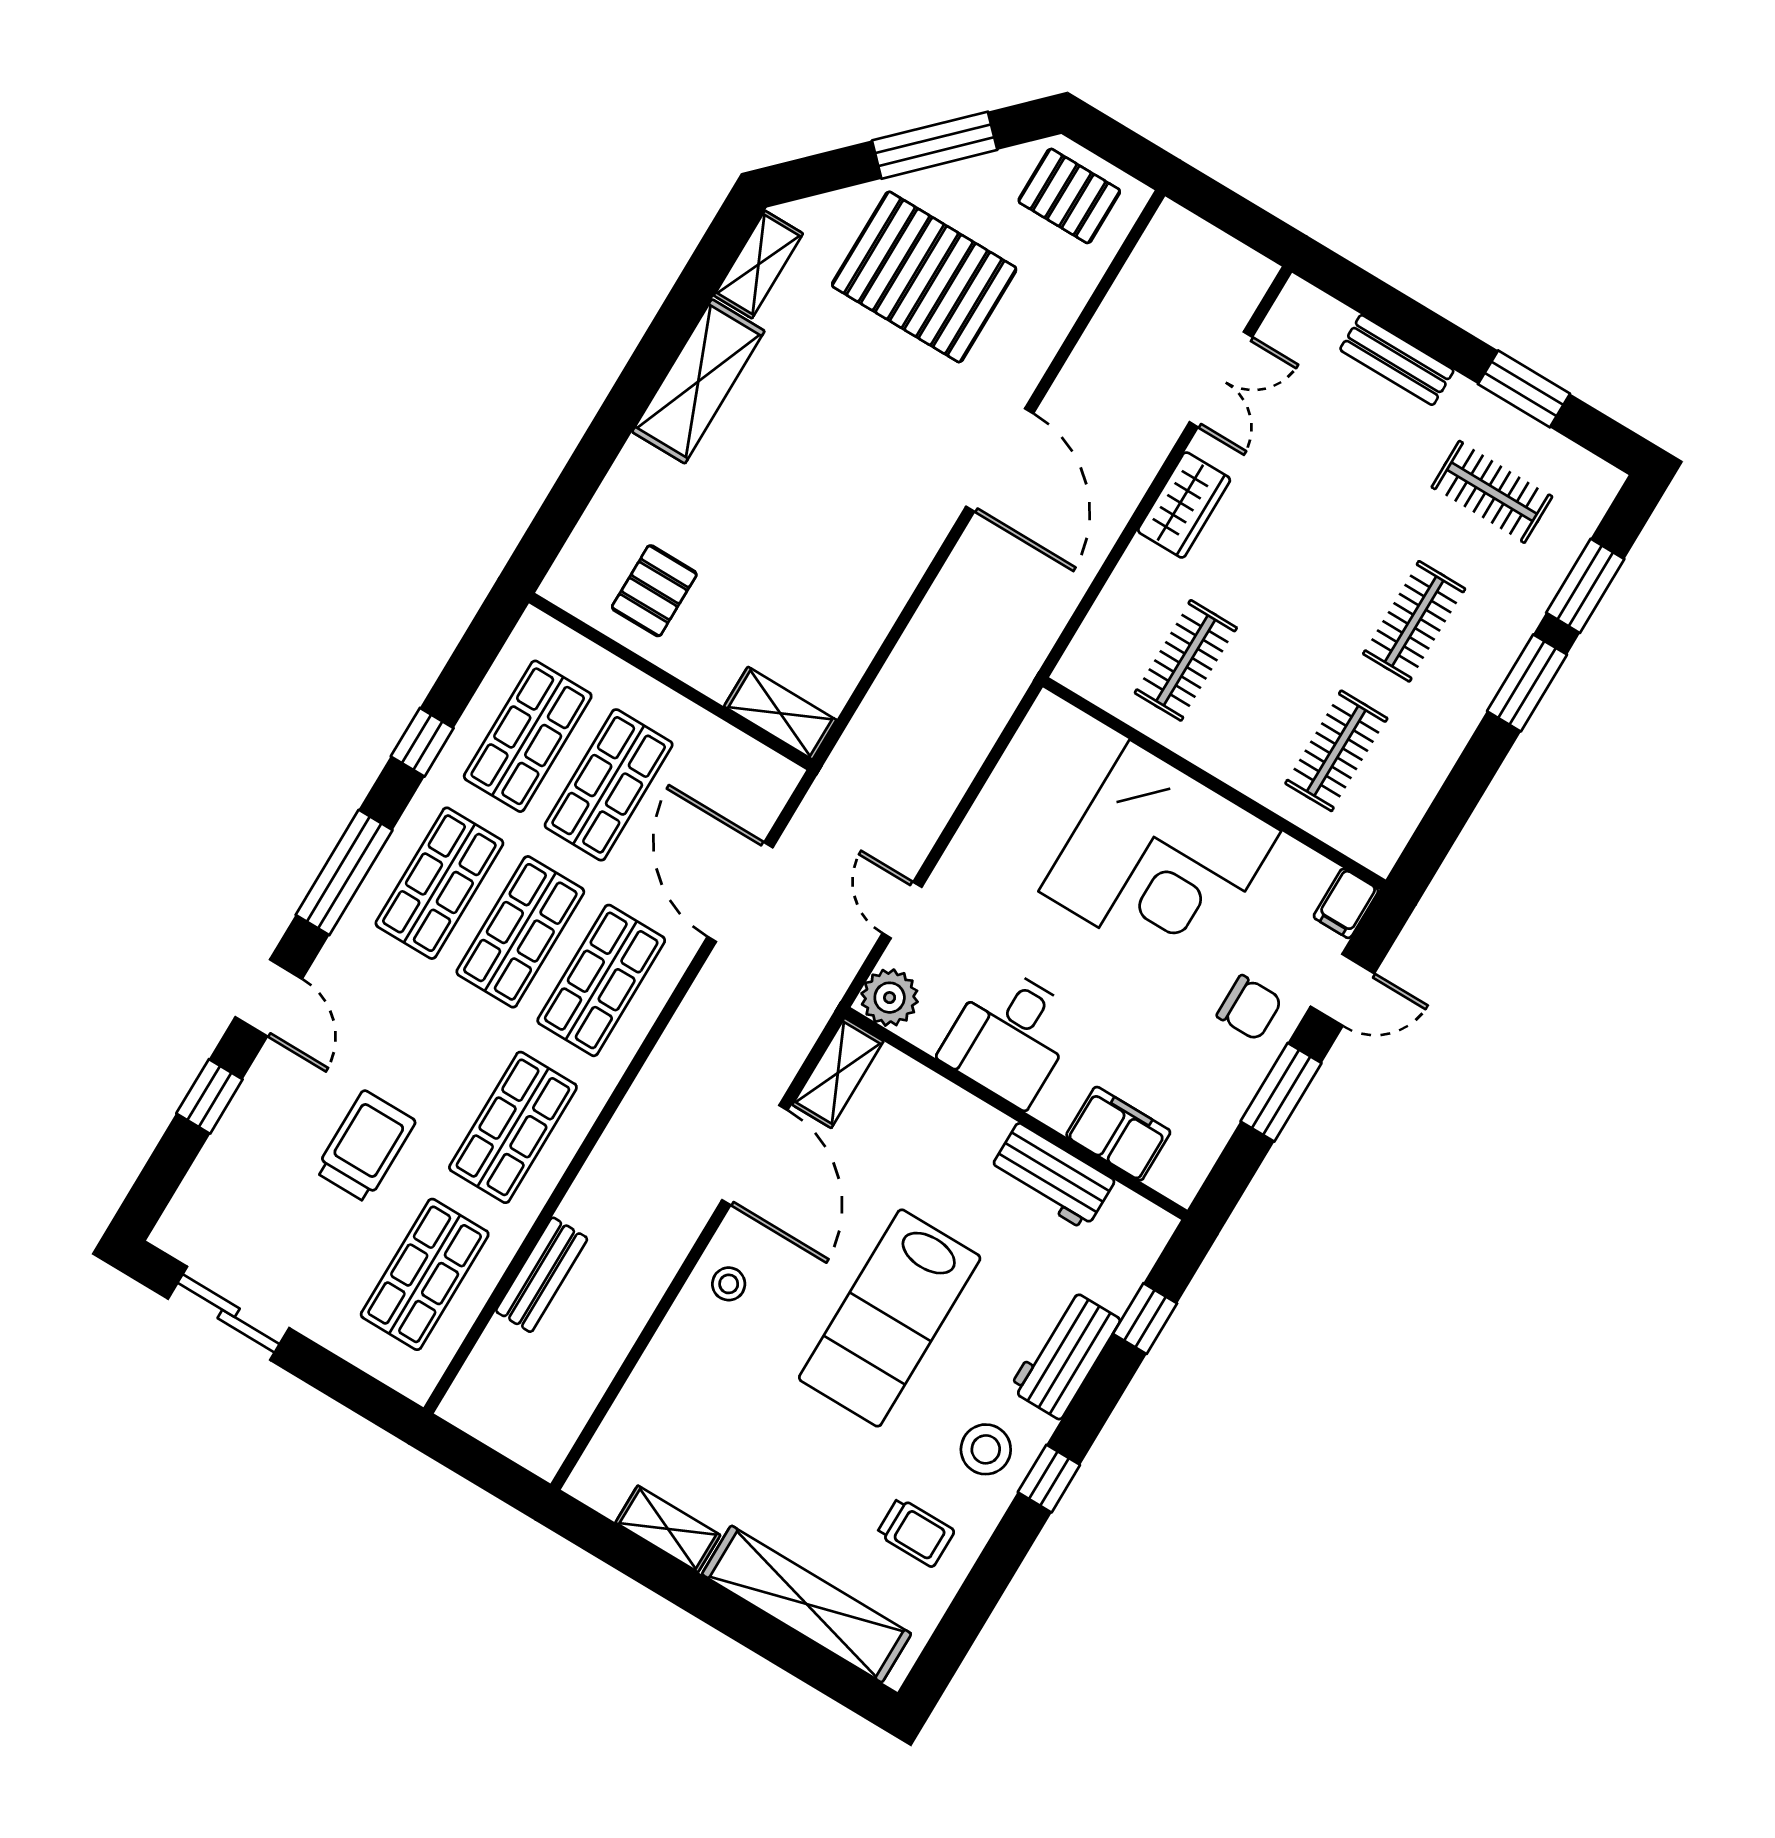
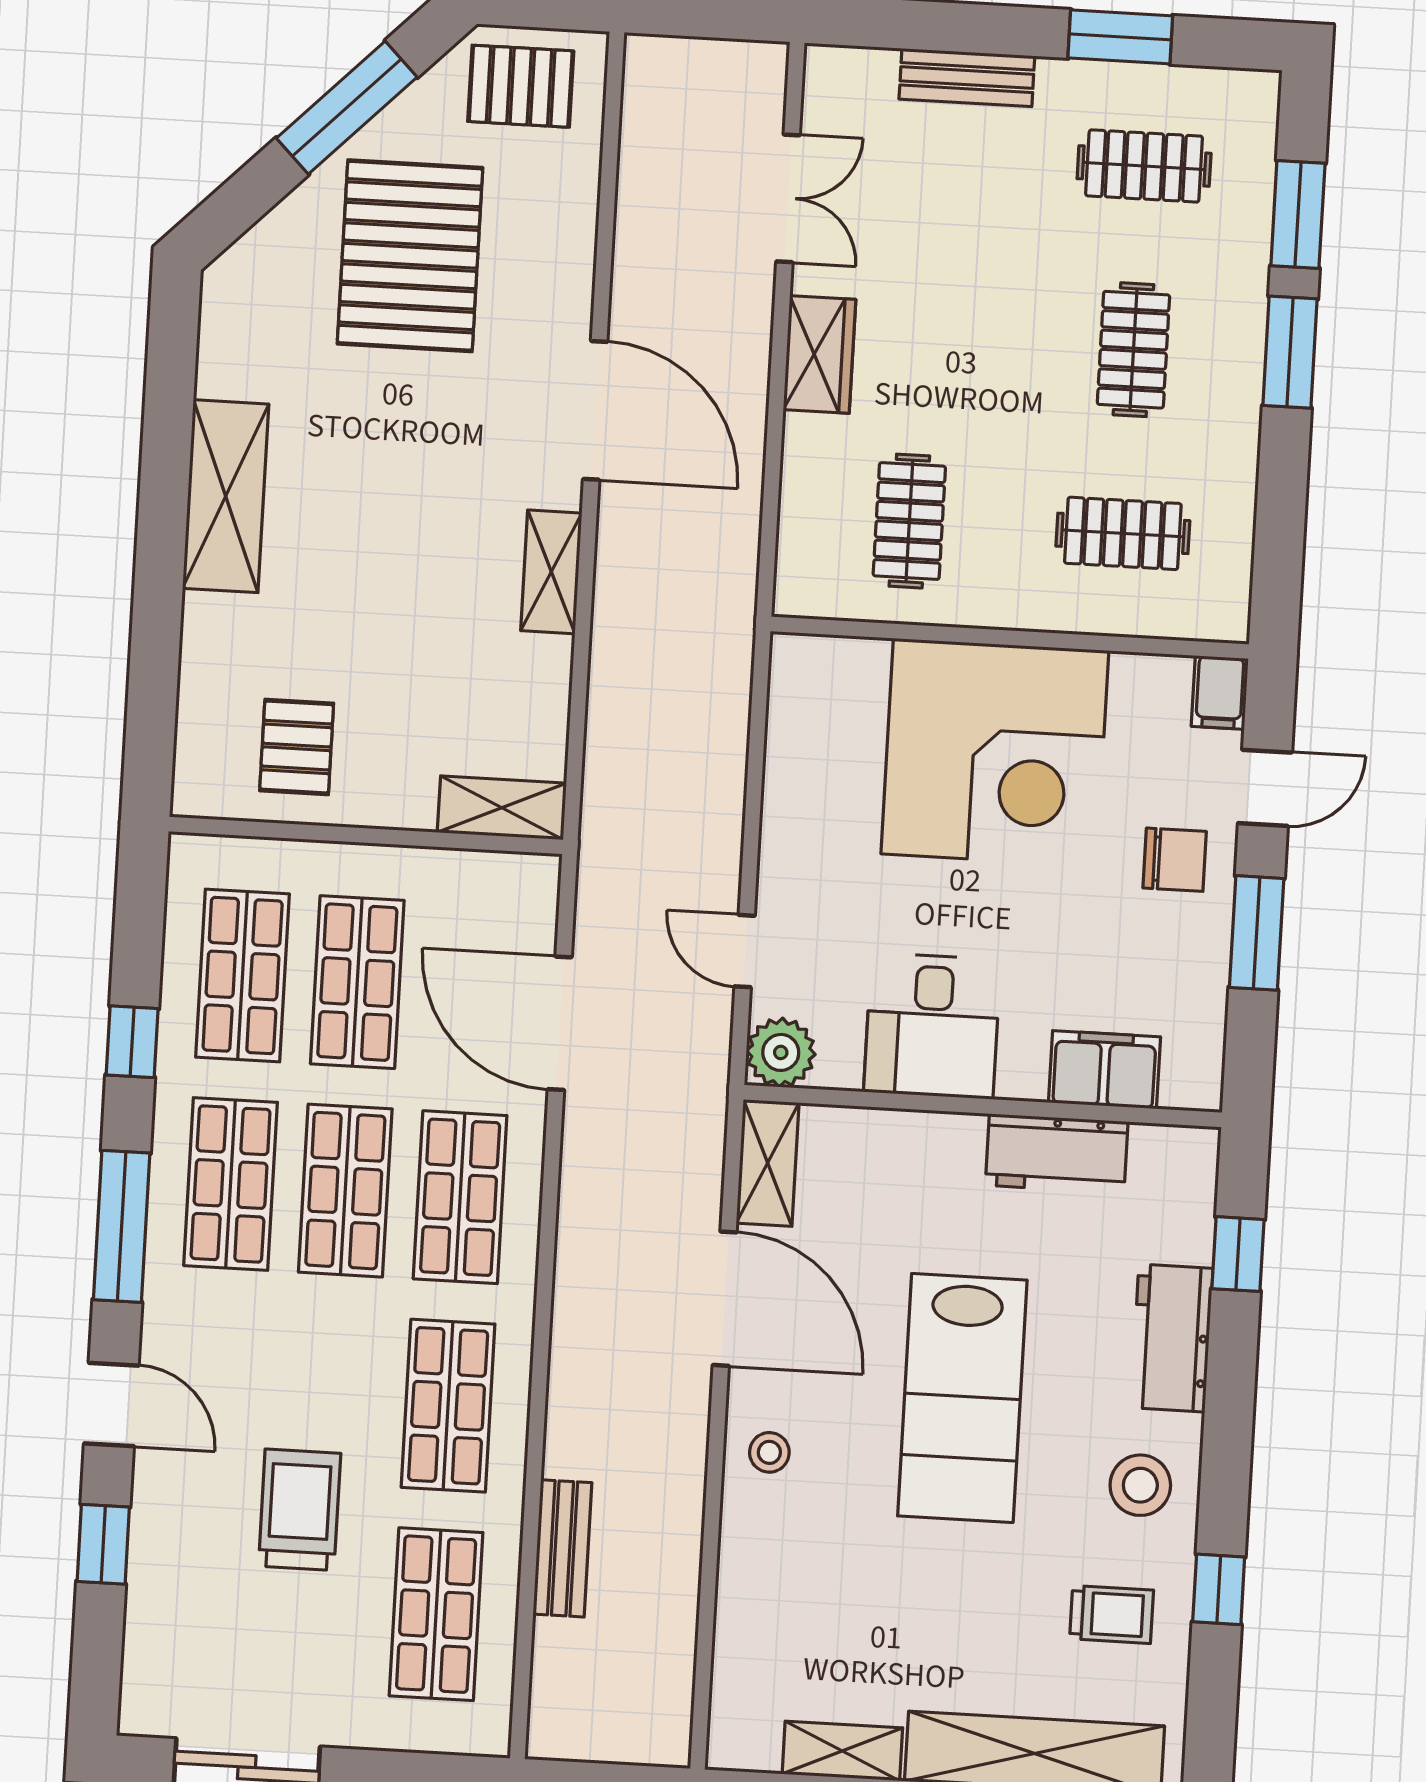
shelving: (758, 264) -> (551, 572), moved
pallet: (924, 277) -> (410, 256), turned 90
clothes rail: (1336, 751) -> (1123, 533), turned 90
window: (1049, 1479) -> (1219, 1589), moved

